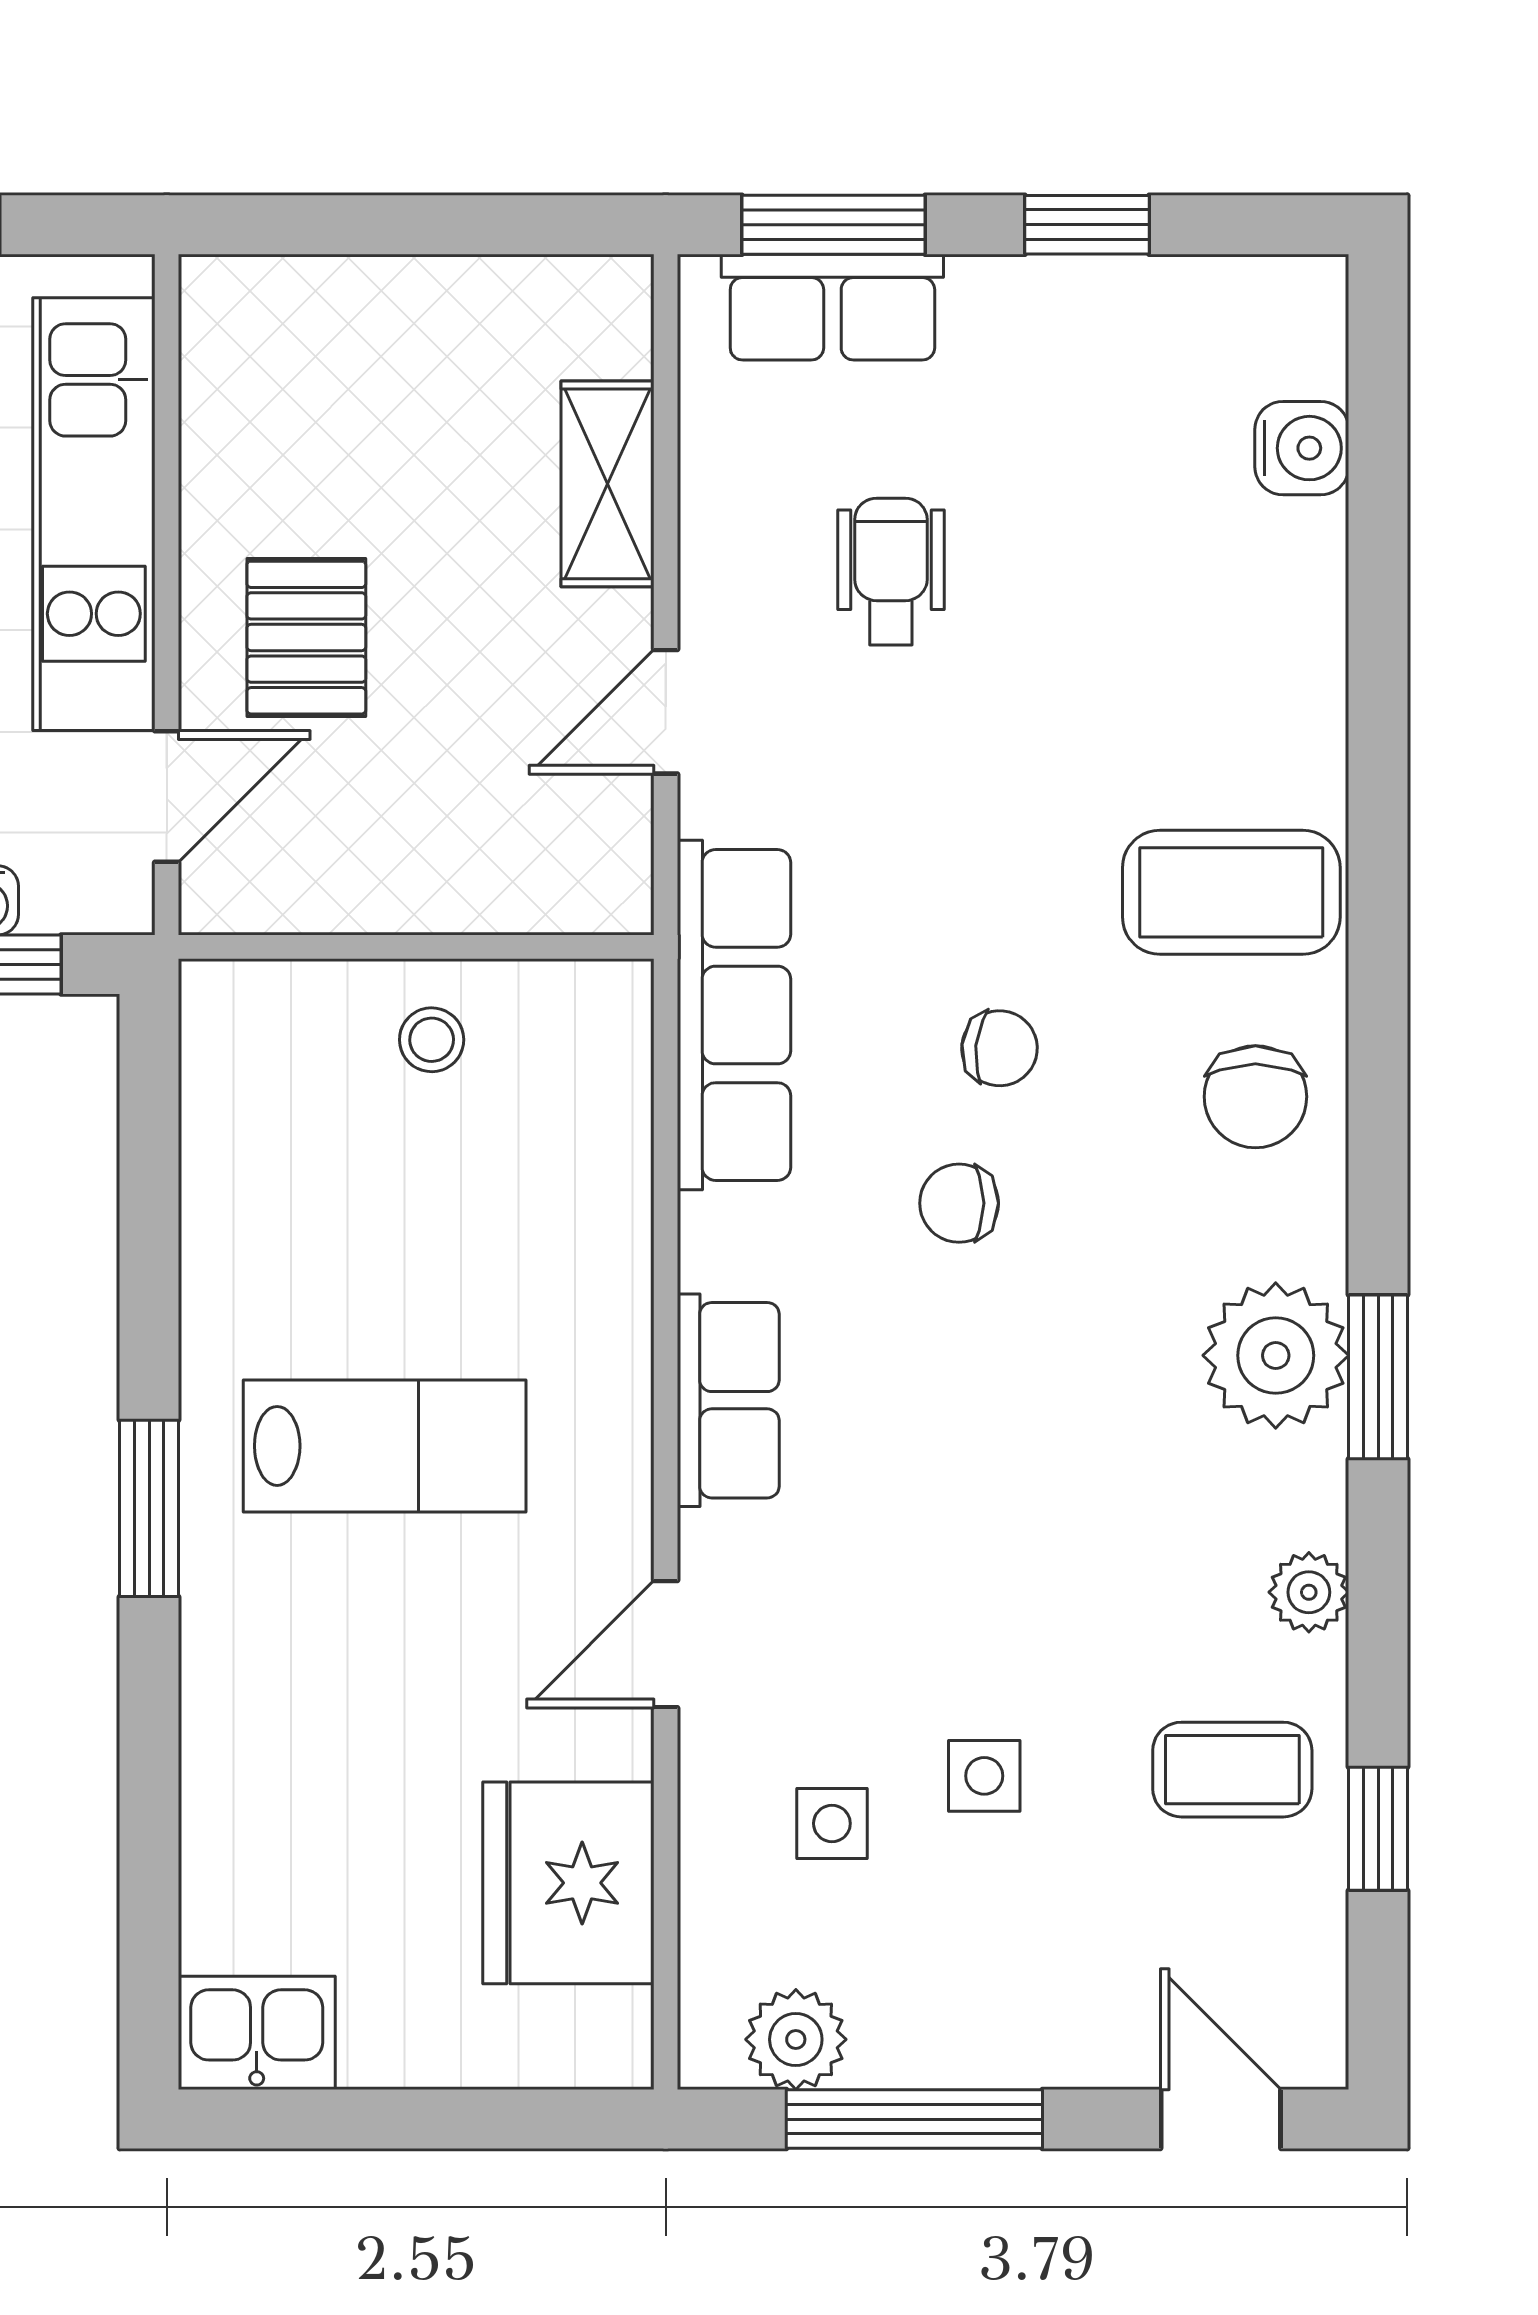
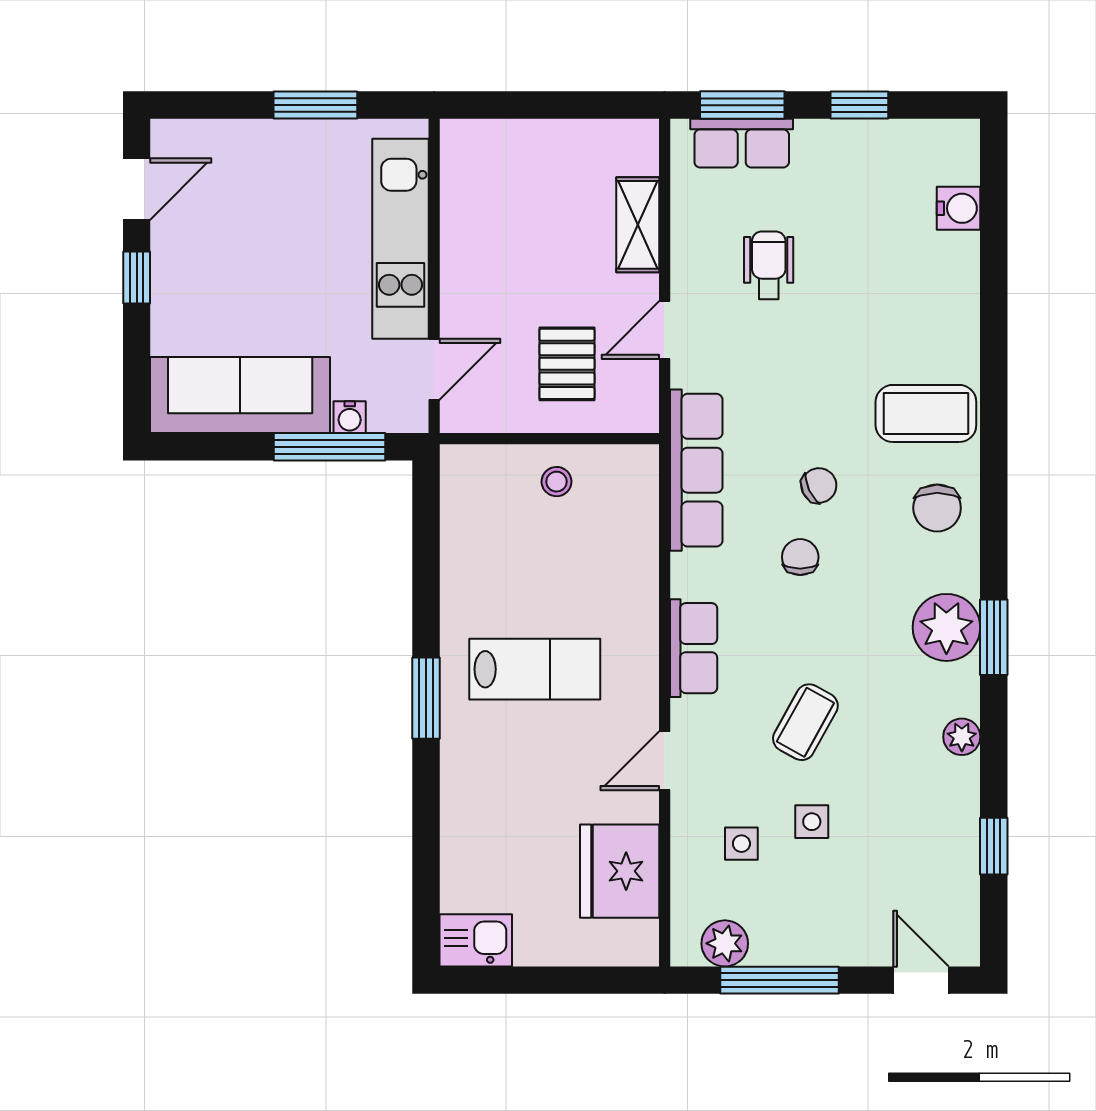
pallet: (306, 638) -> (567, 364), moved
chair: (1000, 1048) -> (819, 486), turned -31
chair: (959, 1203) -> (800, 557), turned 90
coffee table: (1232, 1770) -> (805, 722), moved, turned -61

